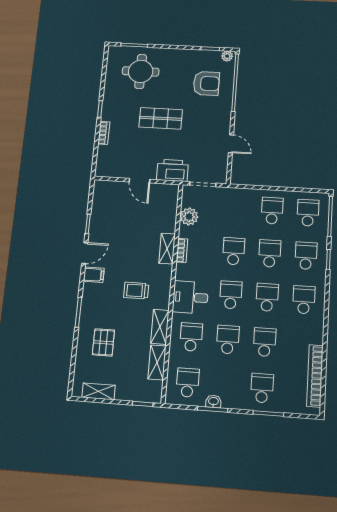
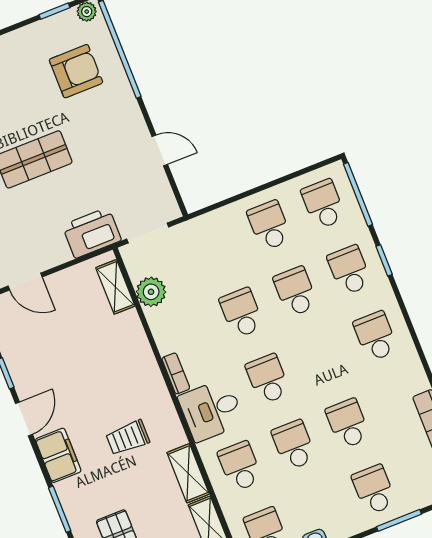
door: (140, 181) -> (25, 282), moved
shelving: (167, 249) -> (115, 287), moved
bookcase: (182, 250) -> (176, 373), moved
filing cabinet: (94, 275) -> (58, 455), width x2.00
school desk: (267, 297) -> (322, 358), removed

